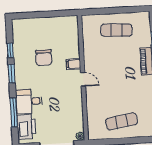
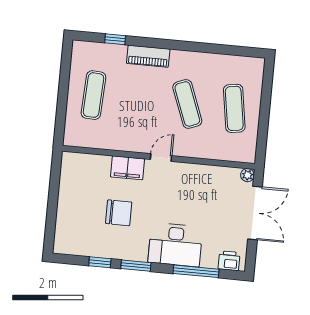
filing cabinet: (74, 64) -> (127, 168), width x2.00
exercise mat: (120, 91) -> (187, 104), added
desk: (29, 101) -> (175, 245), width x1.37
printer: (26, 127) -> (229, 261), width x0.53, depth x0.68

